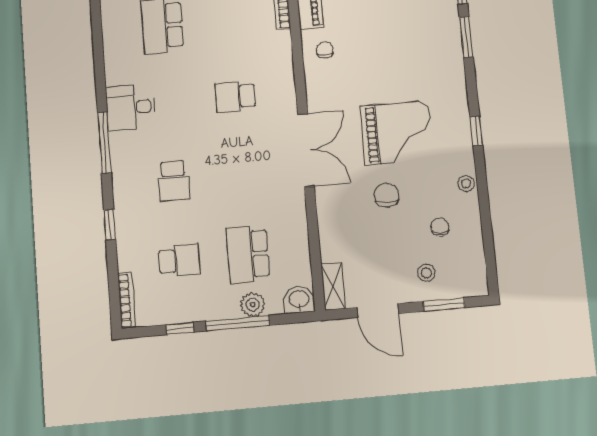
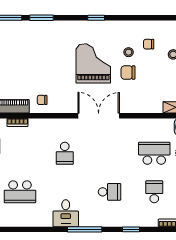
stool: (466, 183) -> (129, 52), moved
school desk: (248, 254) -> (154, 153), turned 180

